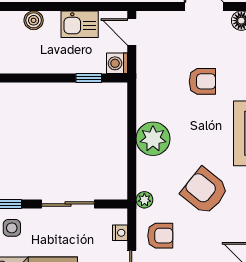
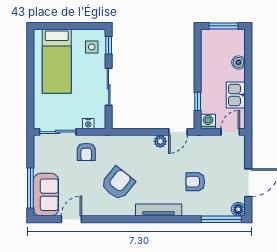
armchair: (202, 81) -> (195, 182), turned 90
door: (132, 106) -> (178, 132), added
plant: (153, 139) -> (160, 141), width x0.53, depth x0.53
plant: (144, 200) -> (112, 141), removed

